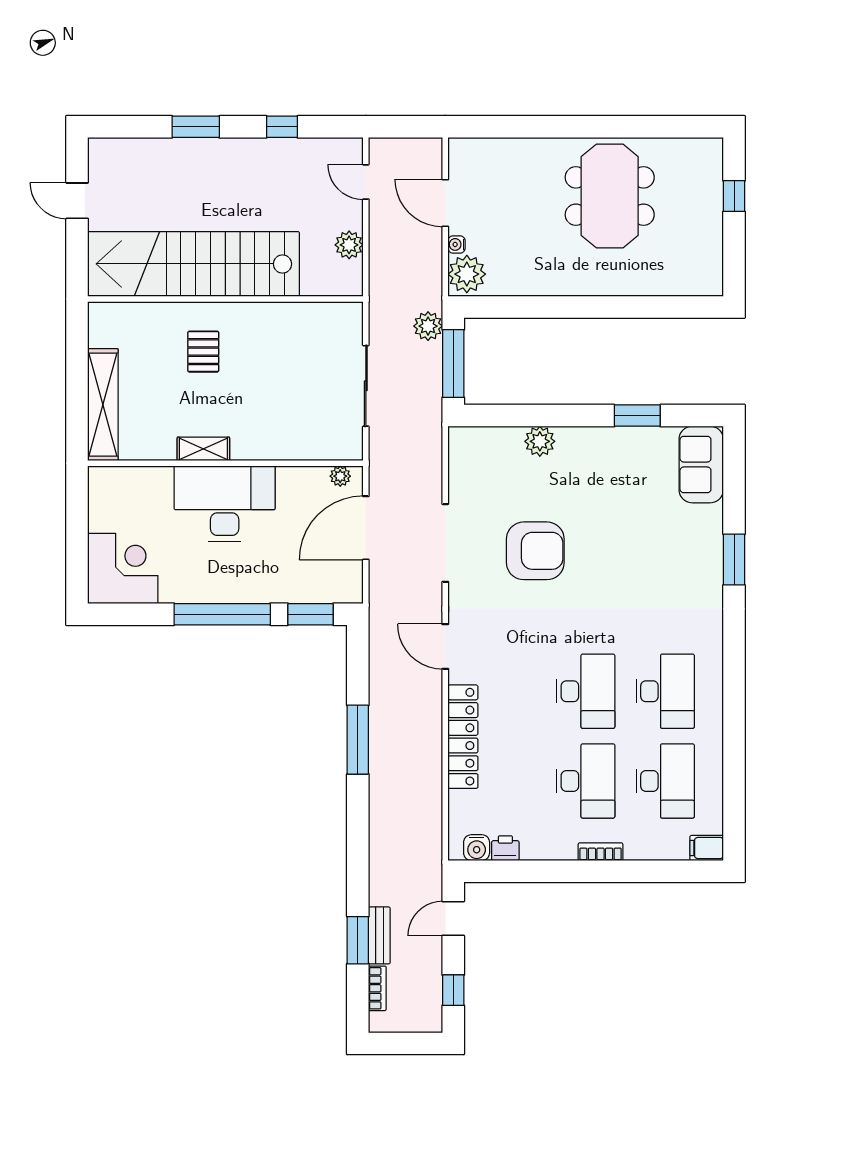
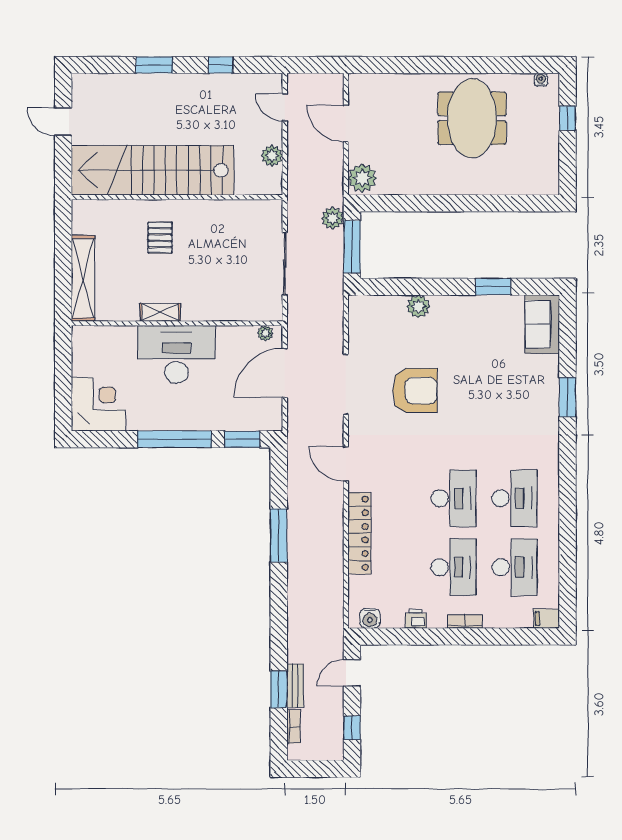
water cooler: (457, 244) -> (541, 80), moved, turned 90
printer: (505, 848) -> (416, 619), moved

